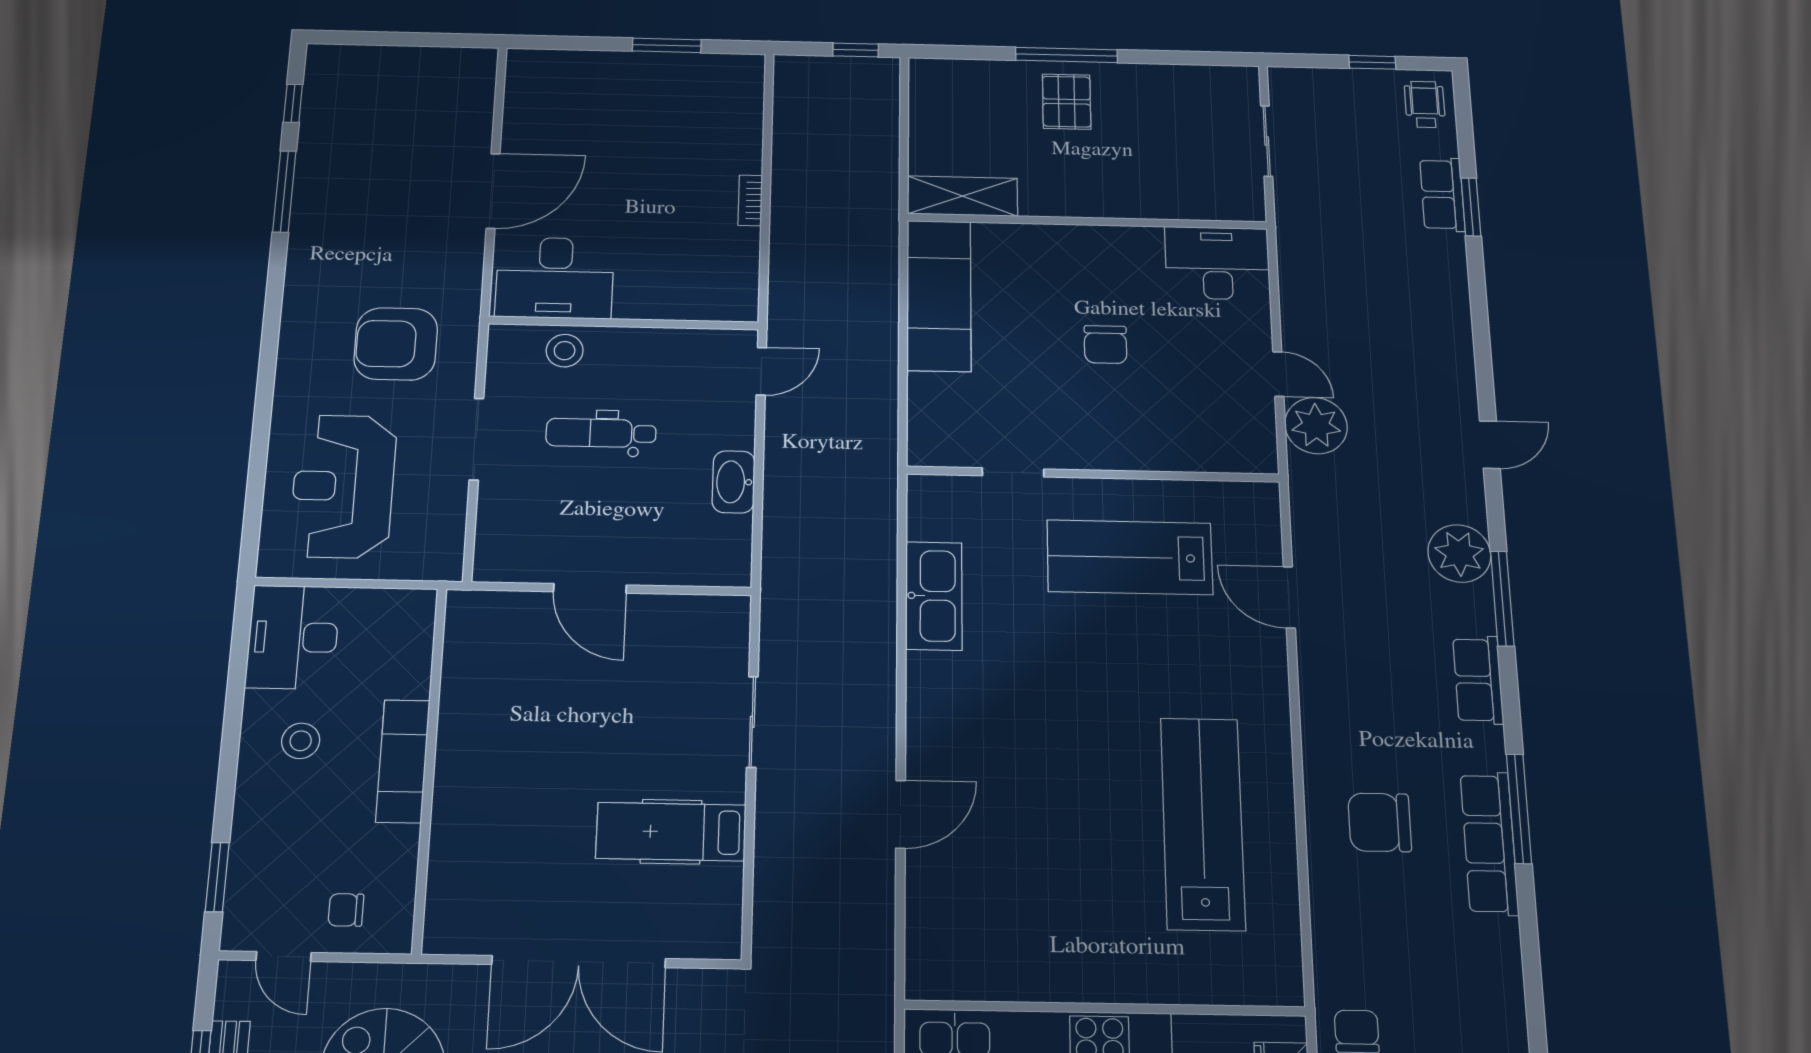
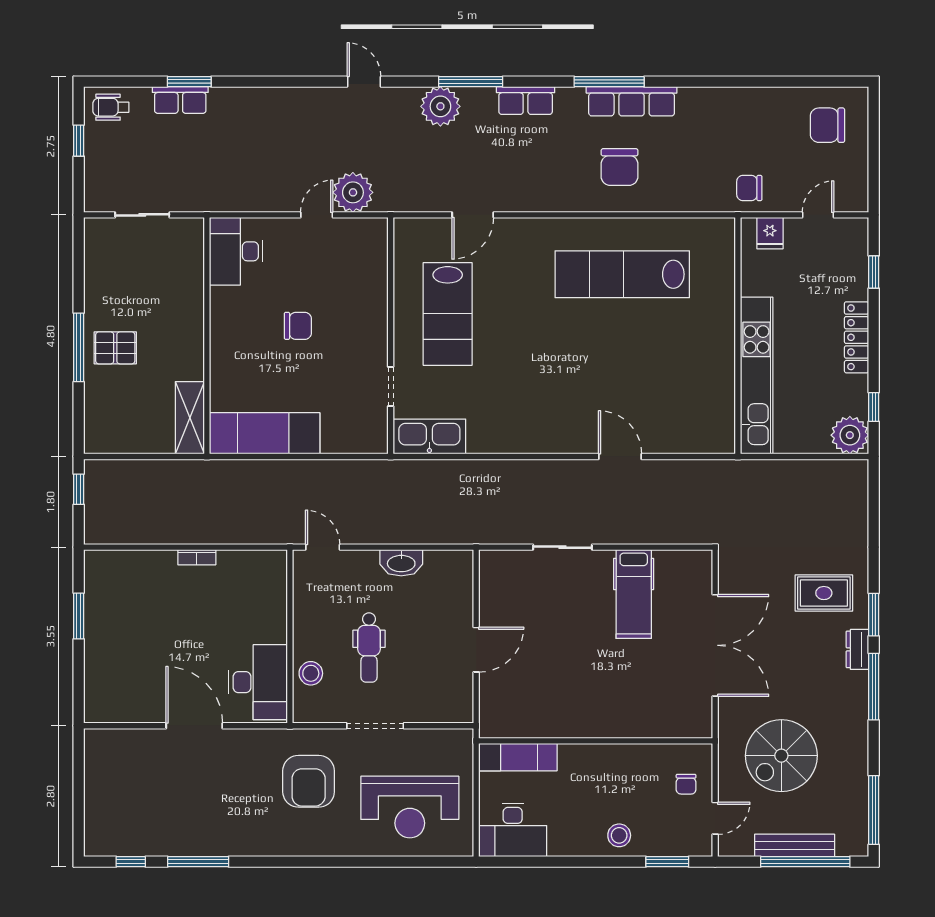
kitchen sink: (934, 596) -> (429, 437), moved
stool: (301, 741) -> (619, 835), moved
exam couch: (403, 761) -> (518, 757), moved

